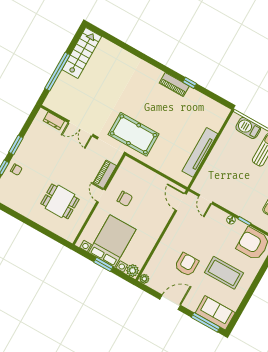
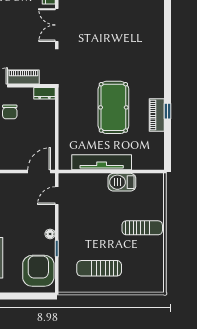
piano: (174, 84) -> (157, 115), moved
barbecue: (248, 128) -> (122, 182), moved, turned -90
pool table: (134, 134) -> (113, 107), moved
dresser: (125, 166) -> (44, 93), added

